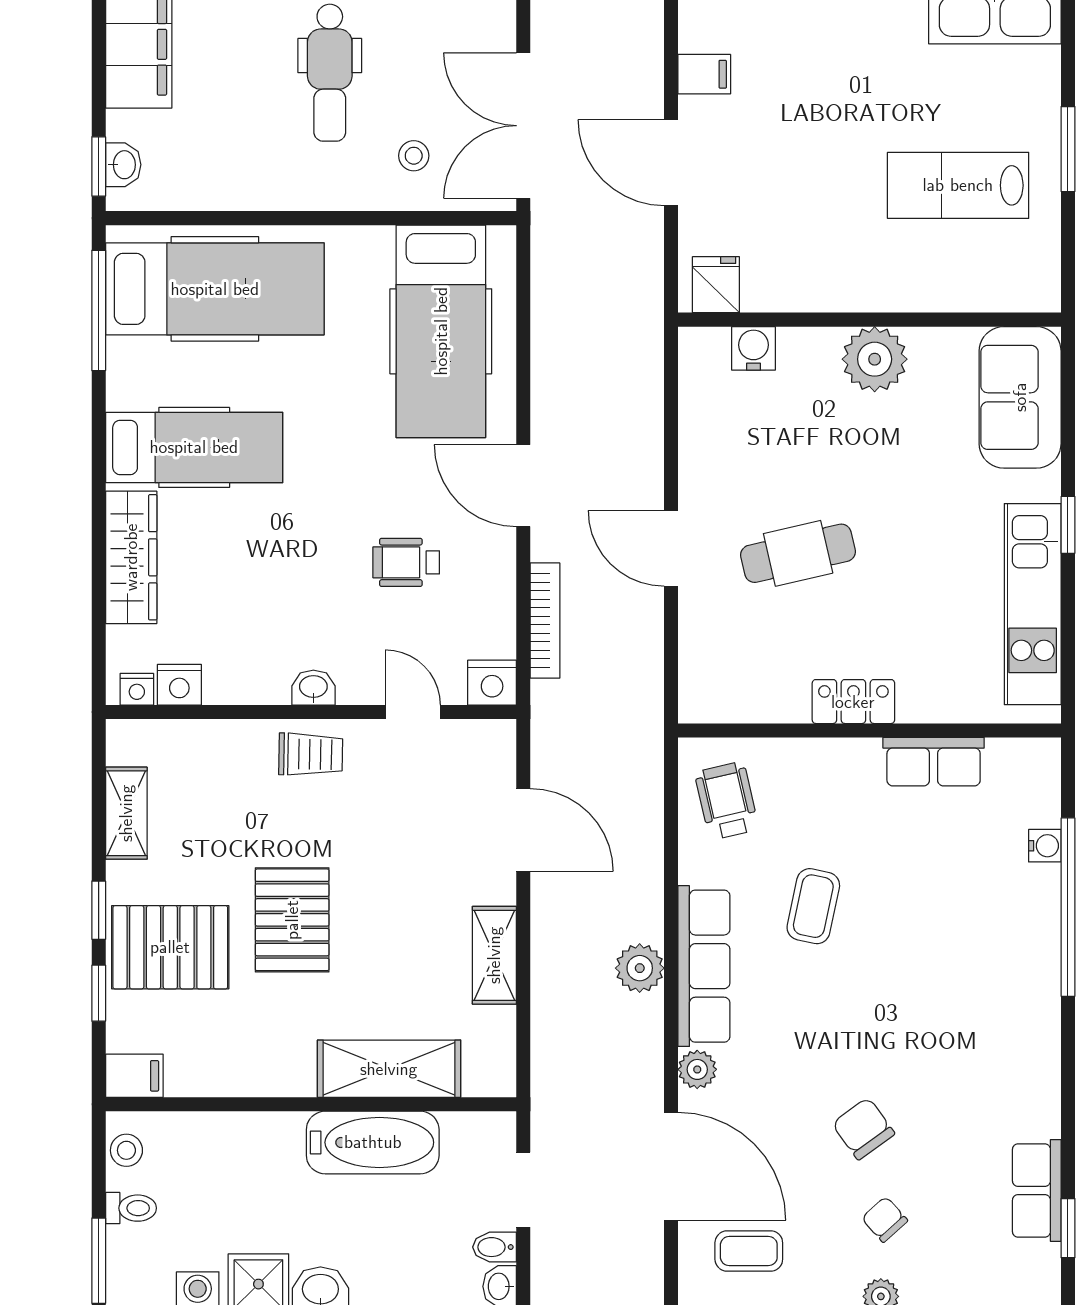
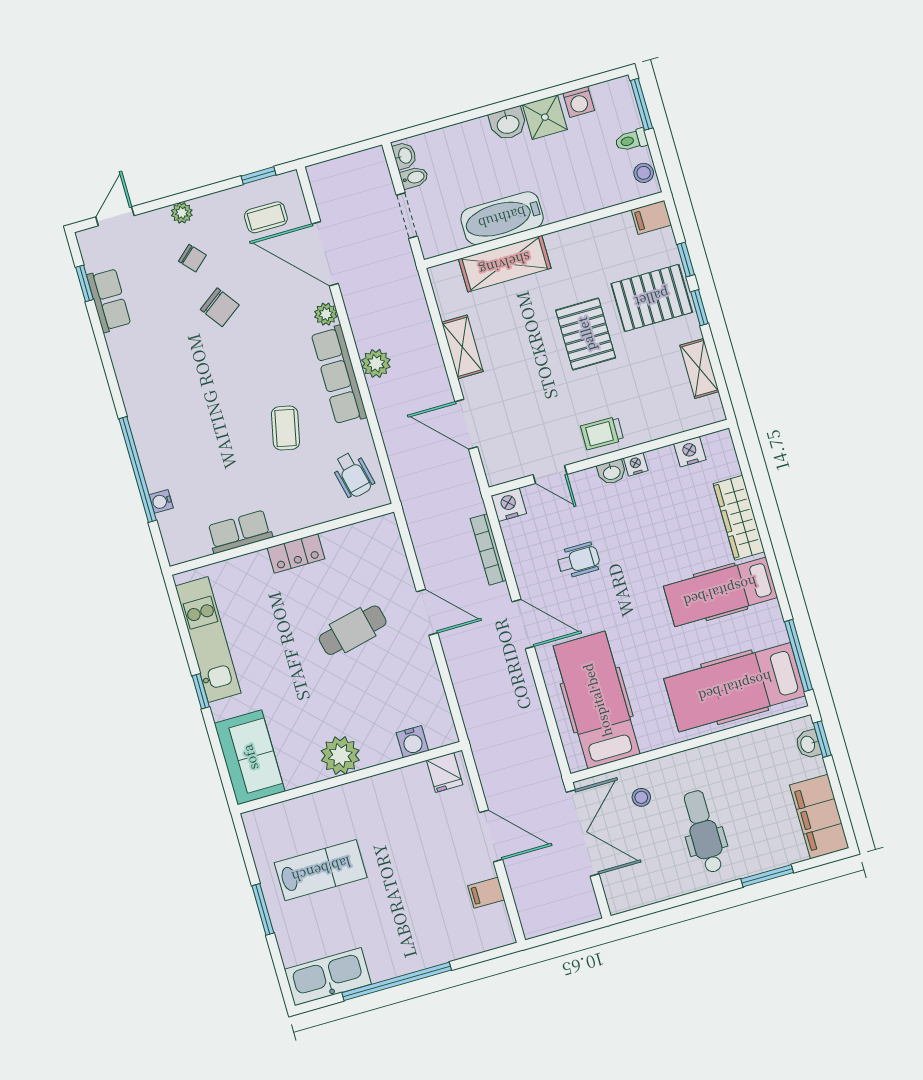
nightstand: (137, 689) -> (636, 464), moved

